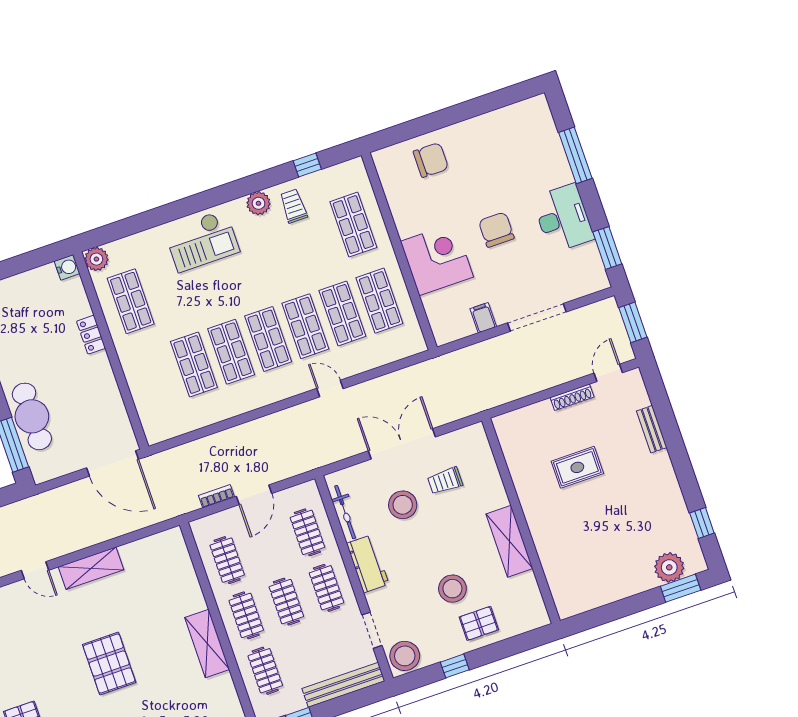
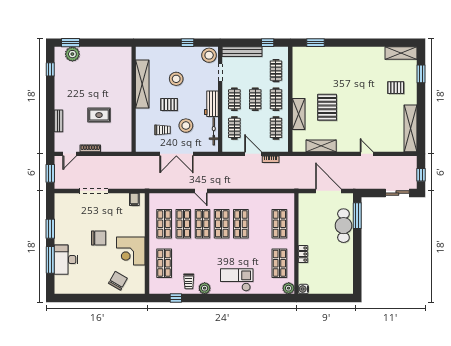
chair: (431, 160) -> (118, 281), turned 120
desk: (563, 218) -> (66, 260), moved
chair: (496, 230) -> (99, 238), turned -90
window: (607, 248) -> (50, 229), moved
corner desk: (437, 259) -> (131, 251), moved
filing cabinet: (483, 318) -> (134, 199), moved
shop shelf: (194, 364) -> (279, 224), moved
door: (112, 463) -> (328, 191), moved
door: (254, 495) -> (253, 154), hinge flipped
shelving: (509, 541) -> (142, 84), width x1.47
shelving: (91, 568) -> (321, 146), moved
pallet: (479, 623) -> (169, 105), moved
shelving: (207, 644) -> (299, 114), moved
pallet: (109, 664) -> (327, 107), moved

